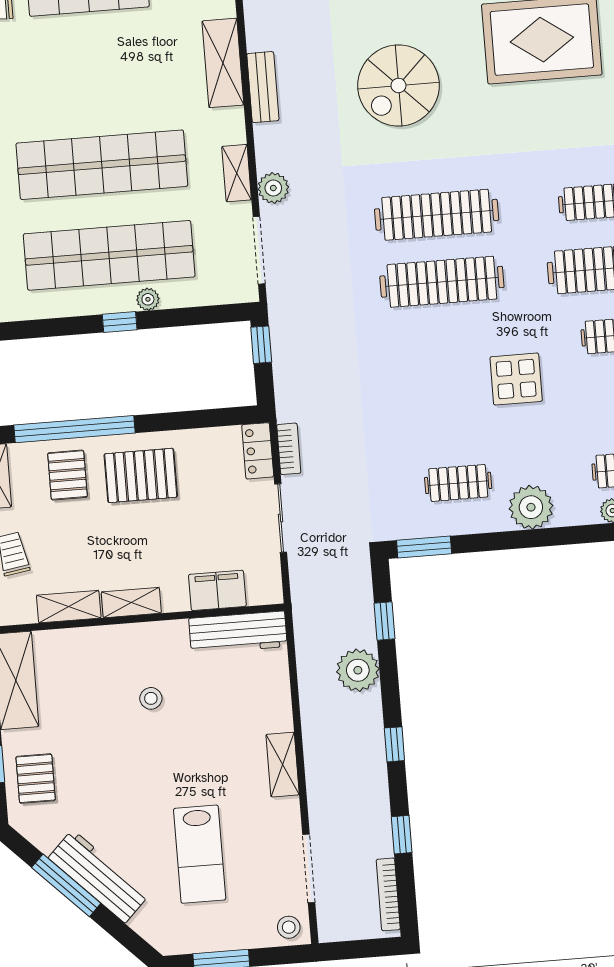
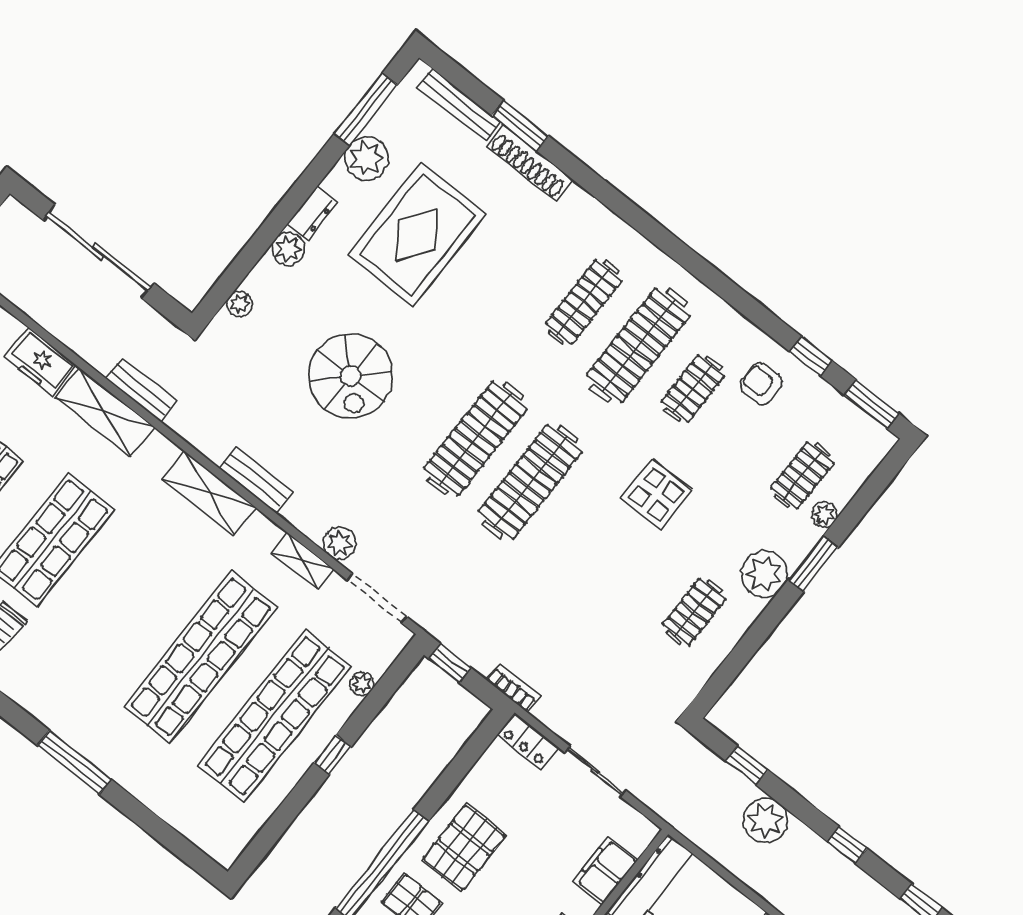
plant: (148, 299) -> (362, 684), moved
bookcase: (289, 449) -> (513, 688), moved
window: (424, 547) -> (813, 564), moved

